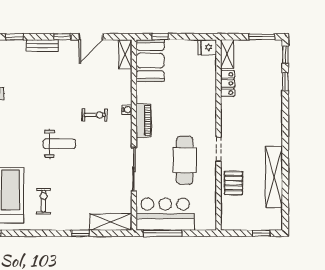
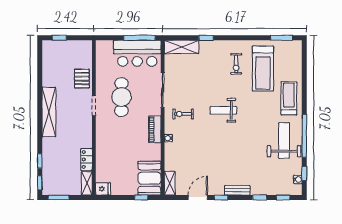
exercise bike: (95, 115) -> (183, 114), moved
shelving: (274, 177) -> (49, 112), moved

